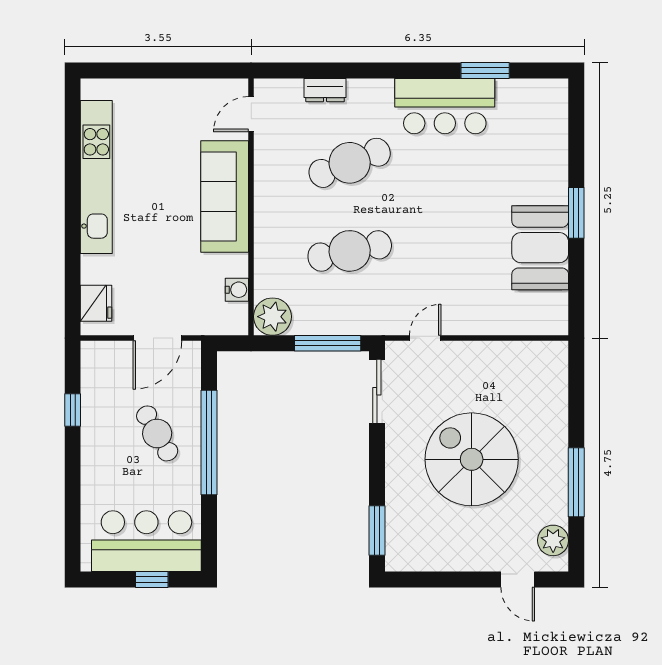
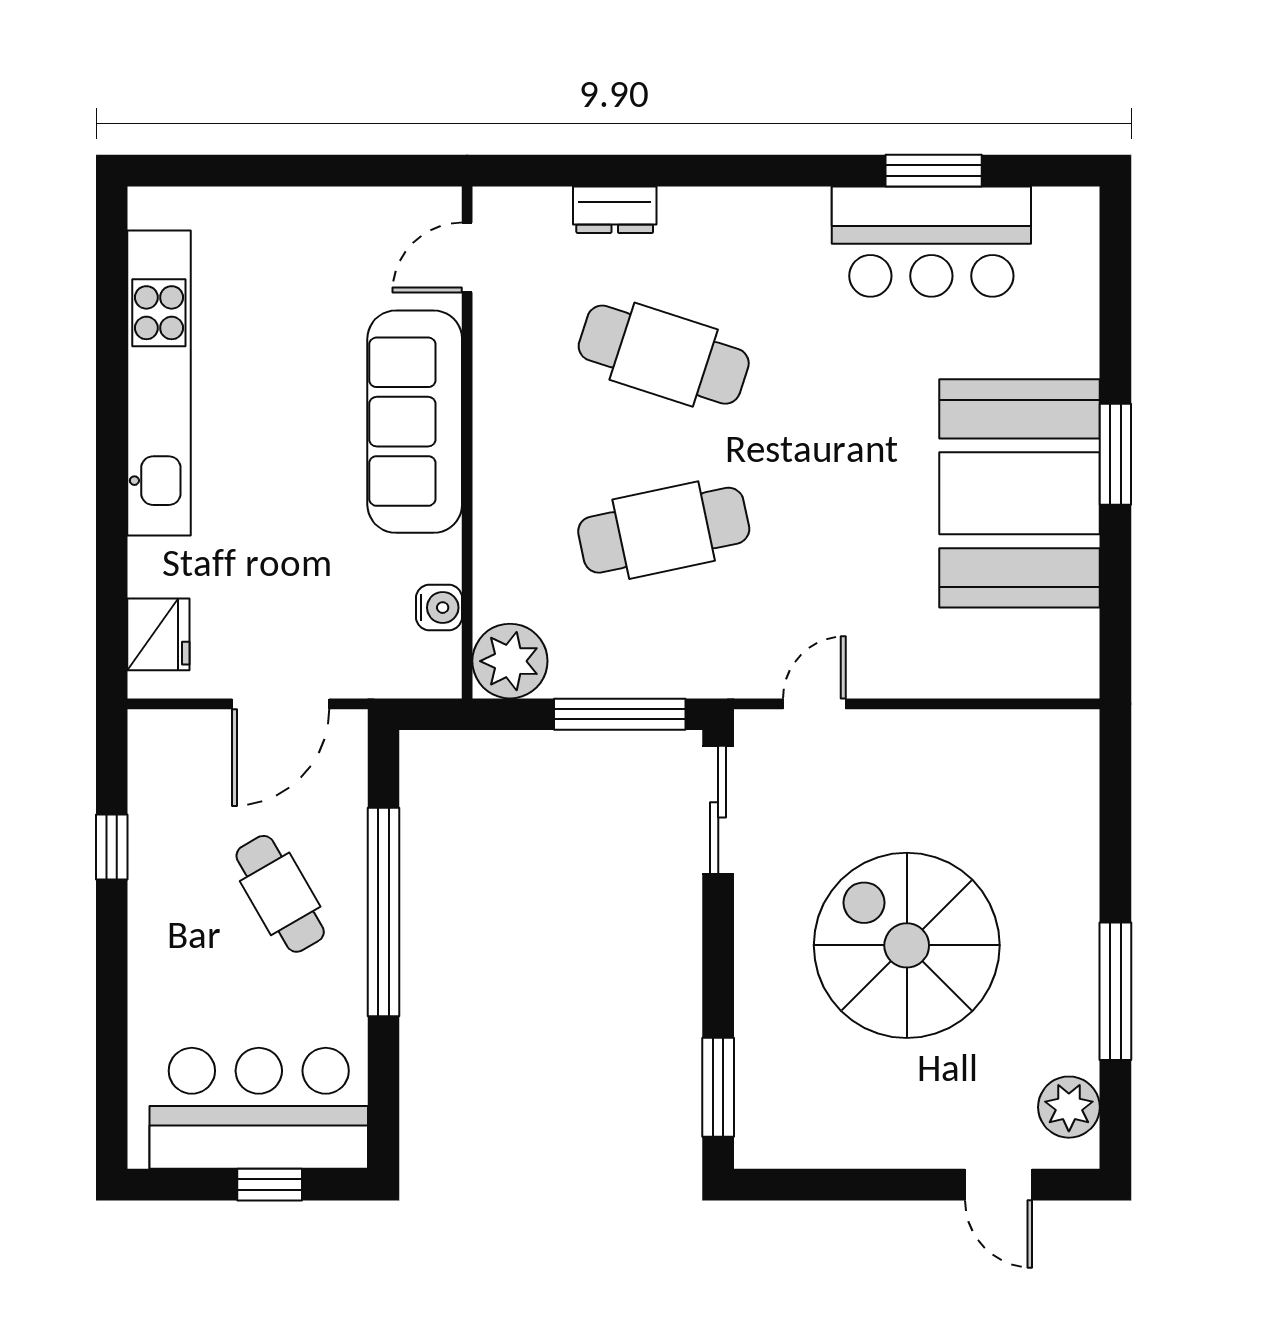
bar counter: (445, 106) -> (931, 242), moved
cafe table: (350, 163) -> (664, 355), turned 39
booth: (540, 248) -> (1020, 493), width x1.36, depth x1.42

